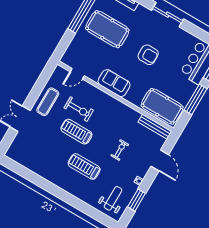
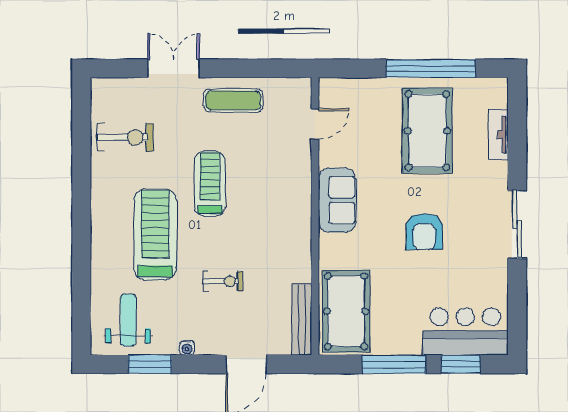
door: (77, 74) -> (315, 124), swing flipped
exercise bike: (79, 109) -> (125, 137), moved, turned -90
treadmill: (84, 166) -> (155, 234), width x1.37, depth x1.38
weight bench: (113, 198) -> (128, 320), turned -90

